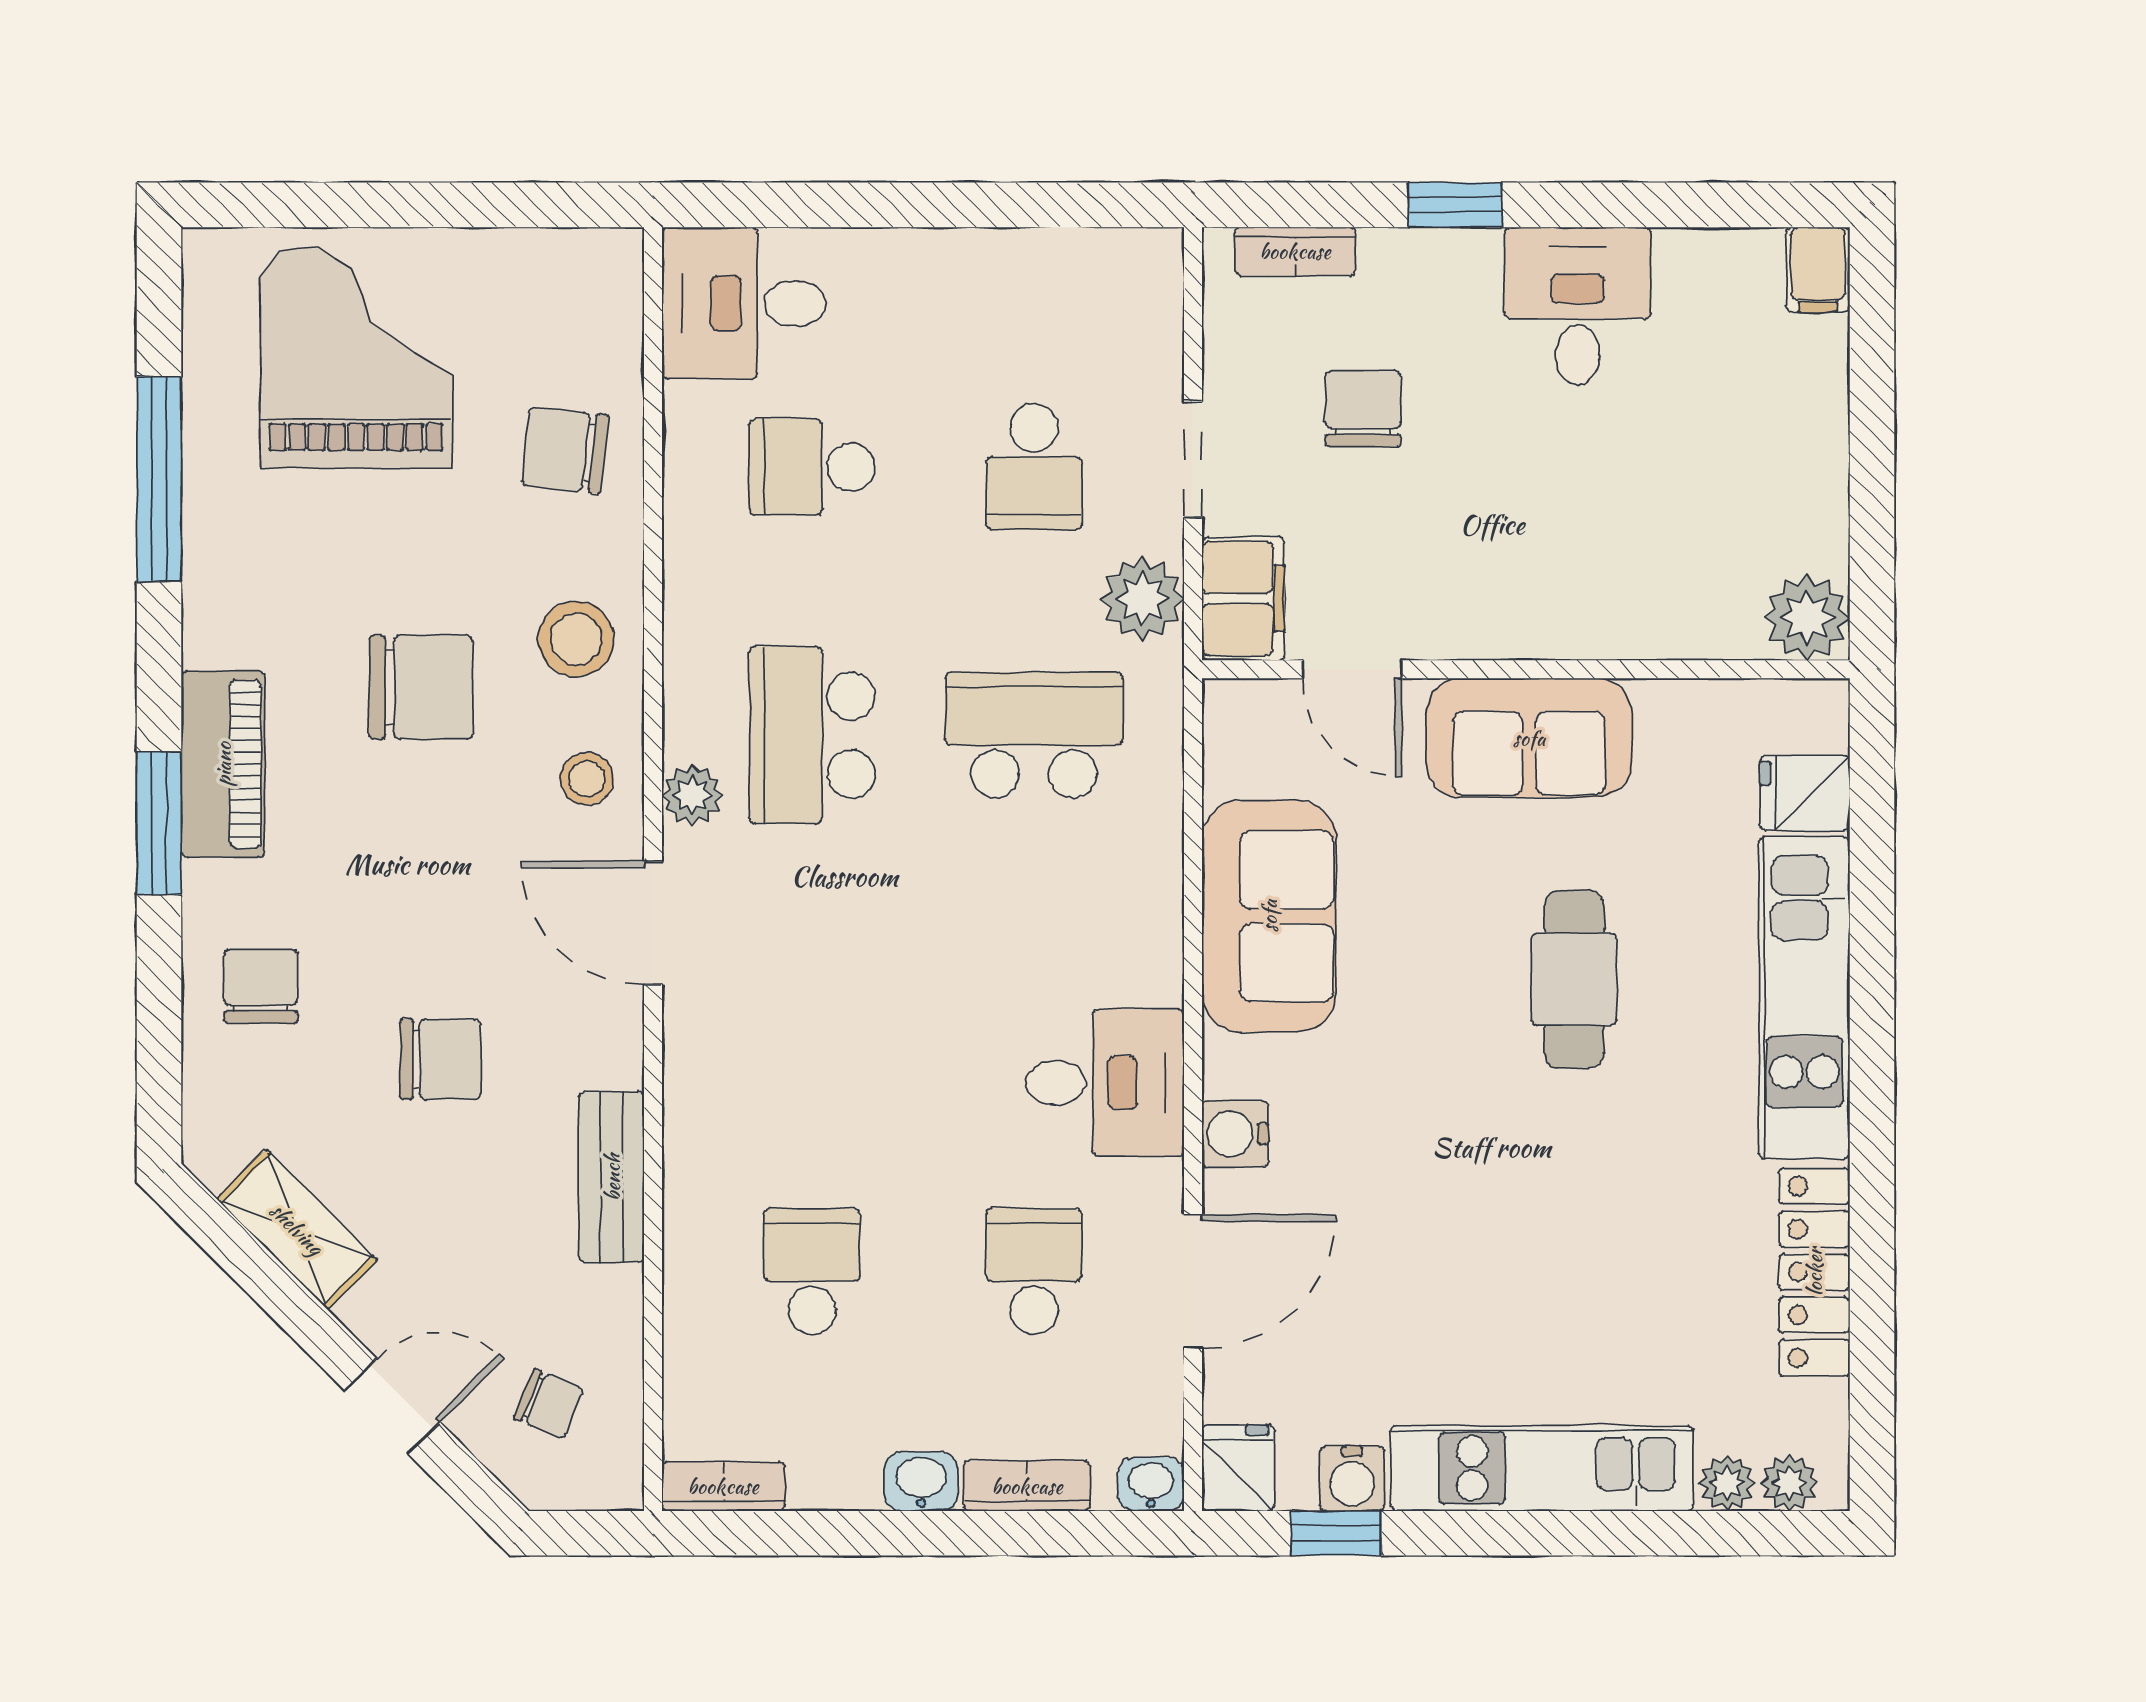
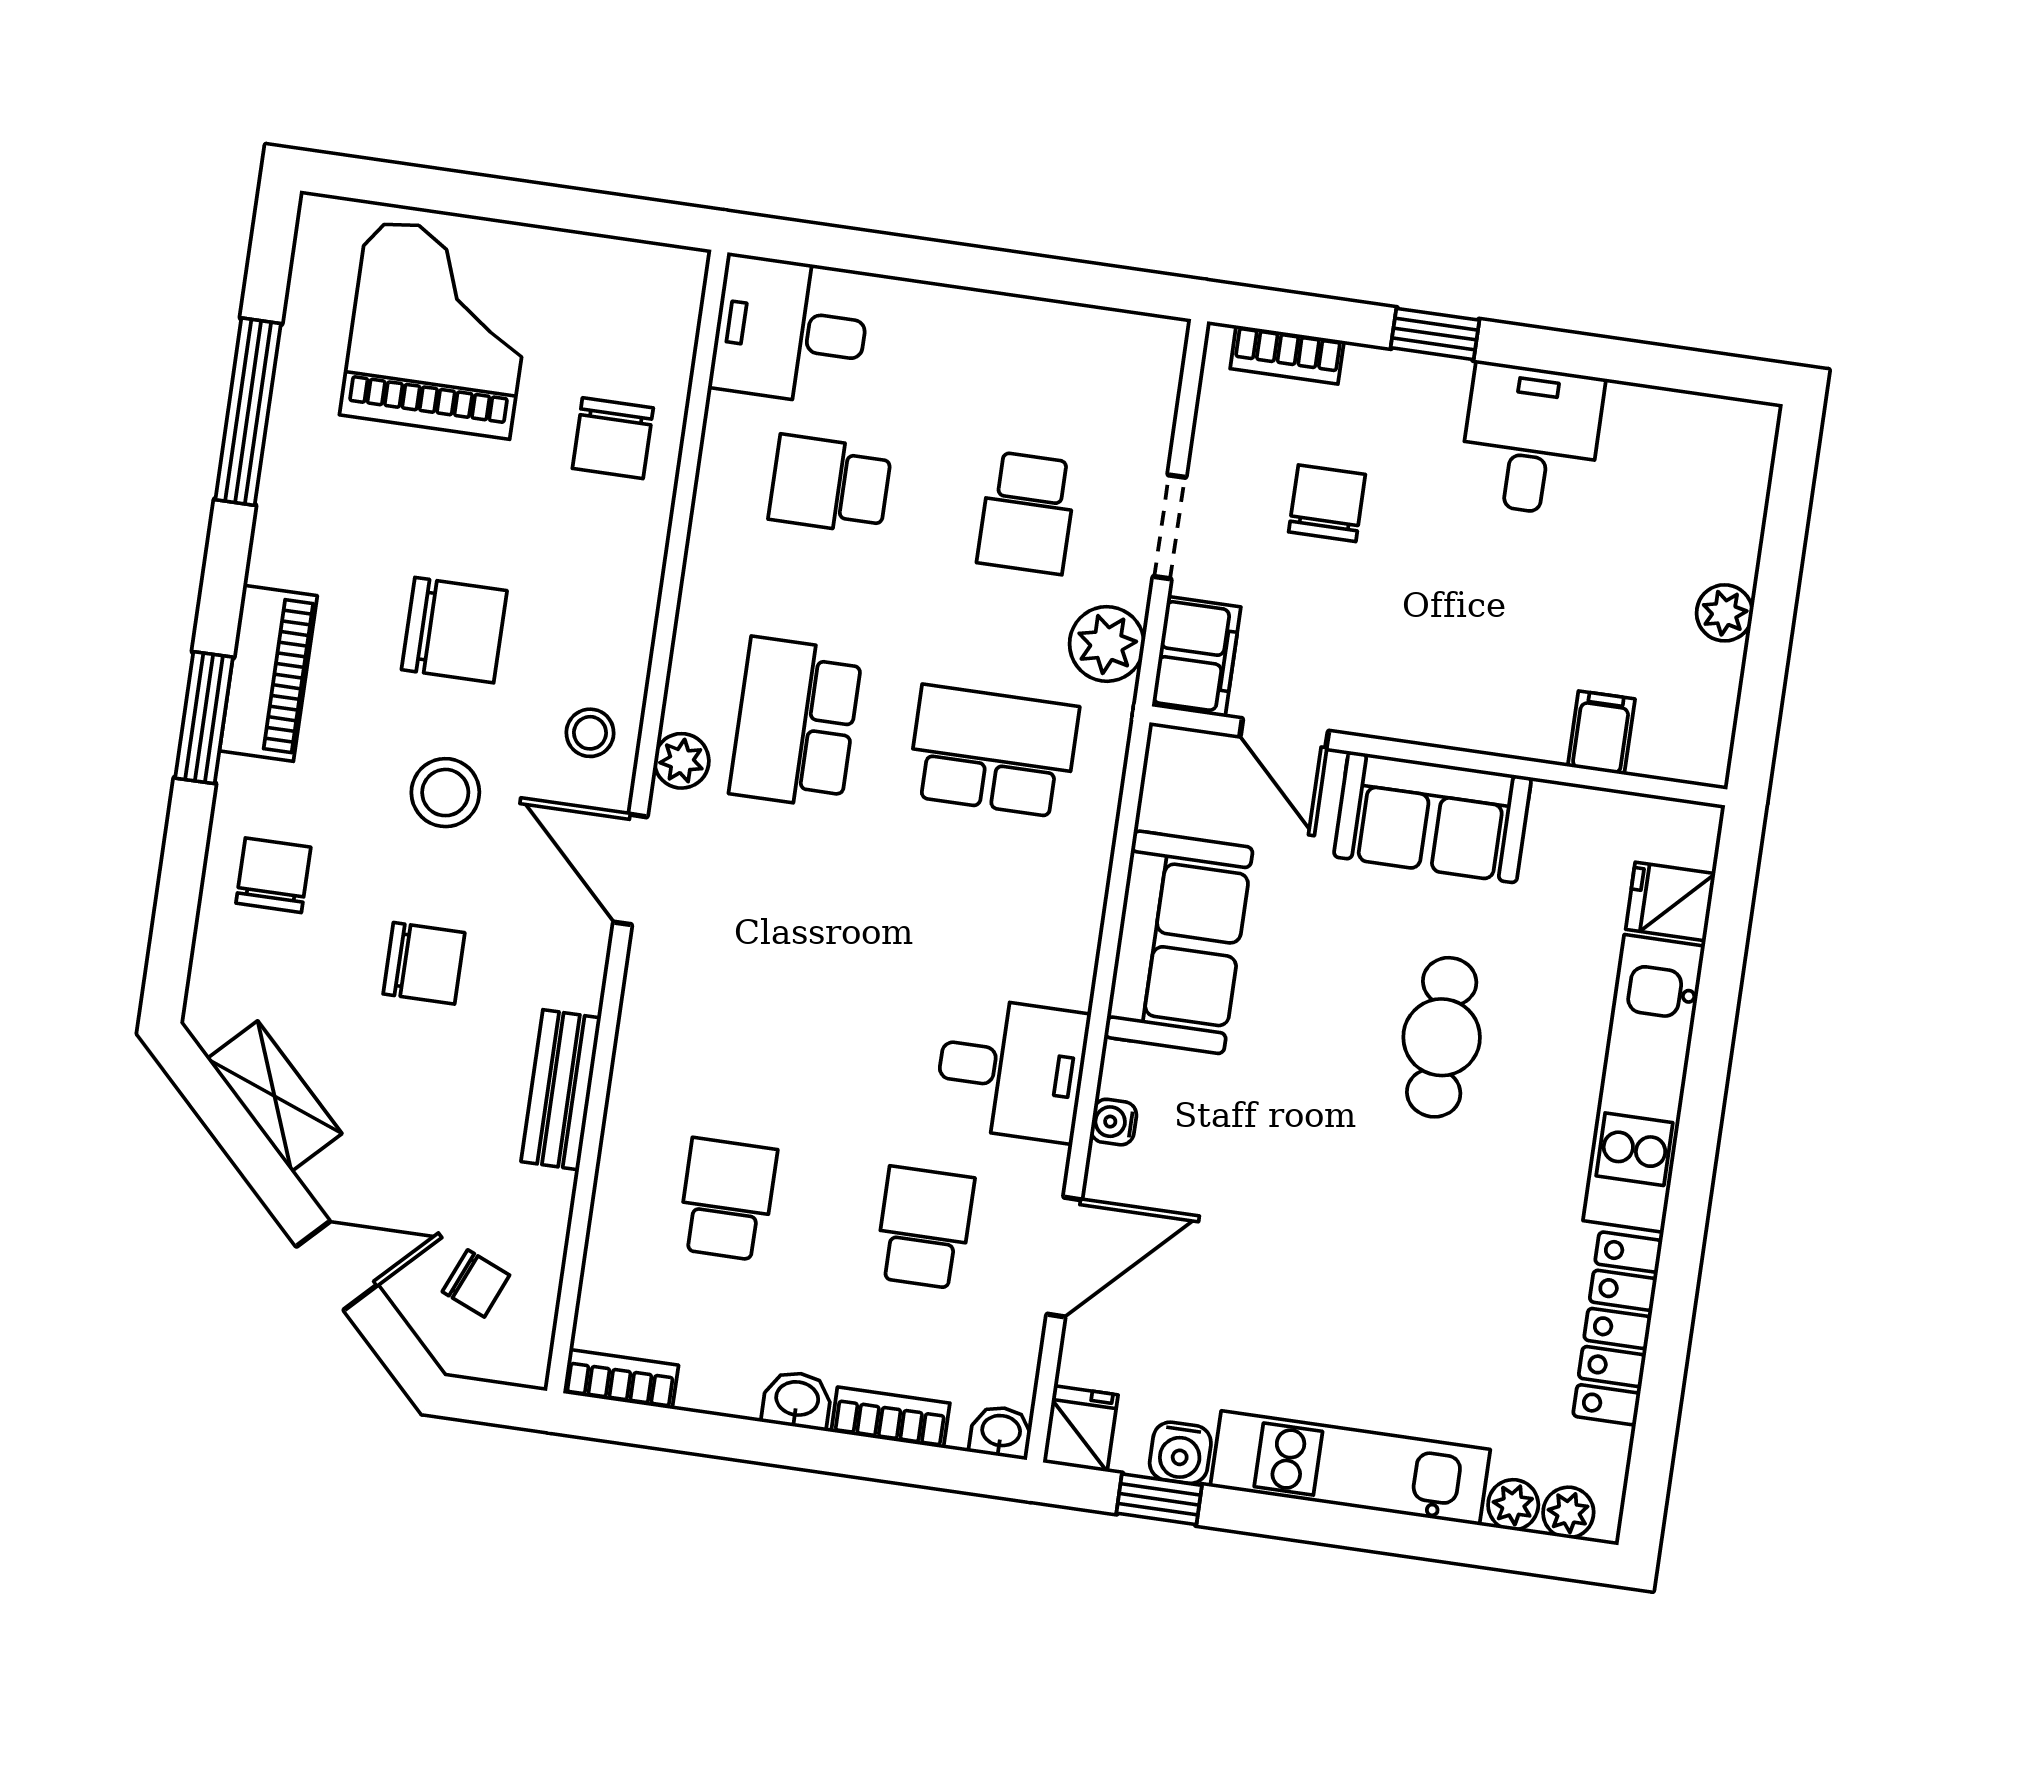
filing cabinet: (1818, 270) -> (1601, 733), moved, turned 180
chair: (565, 450) -> (613, 438), turned -96
plant: (1807, 618) -> (1725, 613), moved, width x0.73, depth x0.73
stool: (576, 639) -> (445, 793), moved
water cooler: (1235, 1134) -> (1114, 1122), width x0.72, depth x0.72

